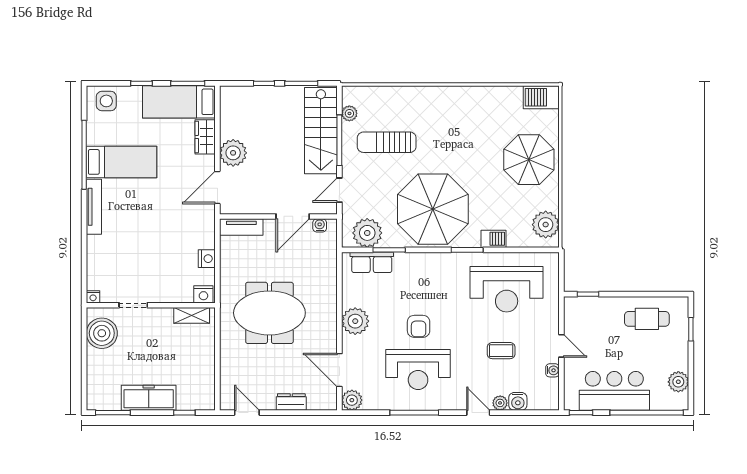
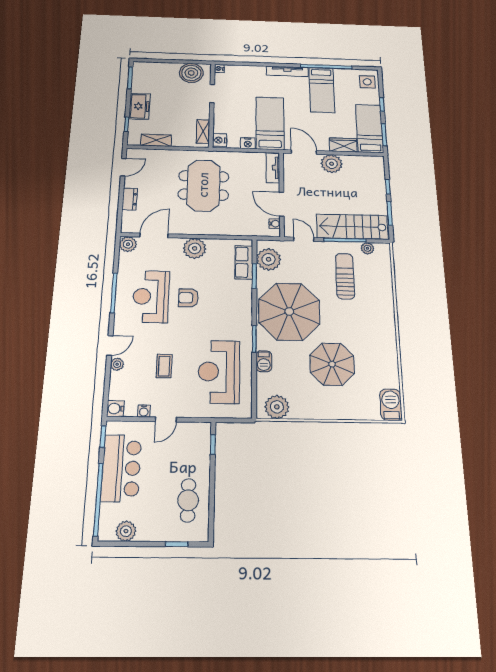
parasol: (529, 160) -> (332, 364), moved
bed: (176, 230) -> (270, 123), added
shelving: (207, 374) -> (156, 140), added
freezer: (149, 398) -> (140, 106), width x0.71
water cooler: (518, 401) -> (115, 409), moved

